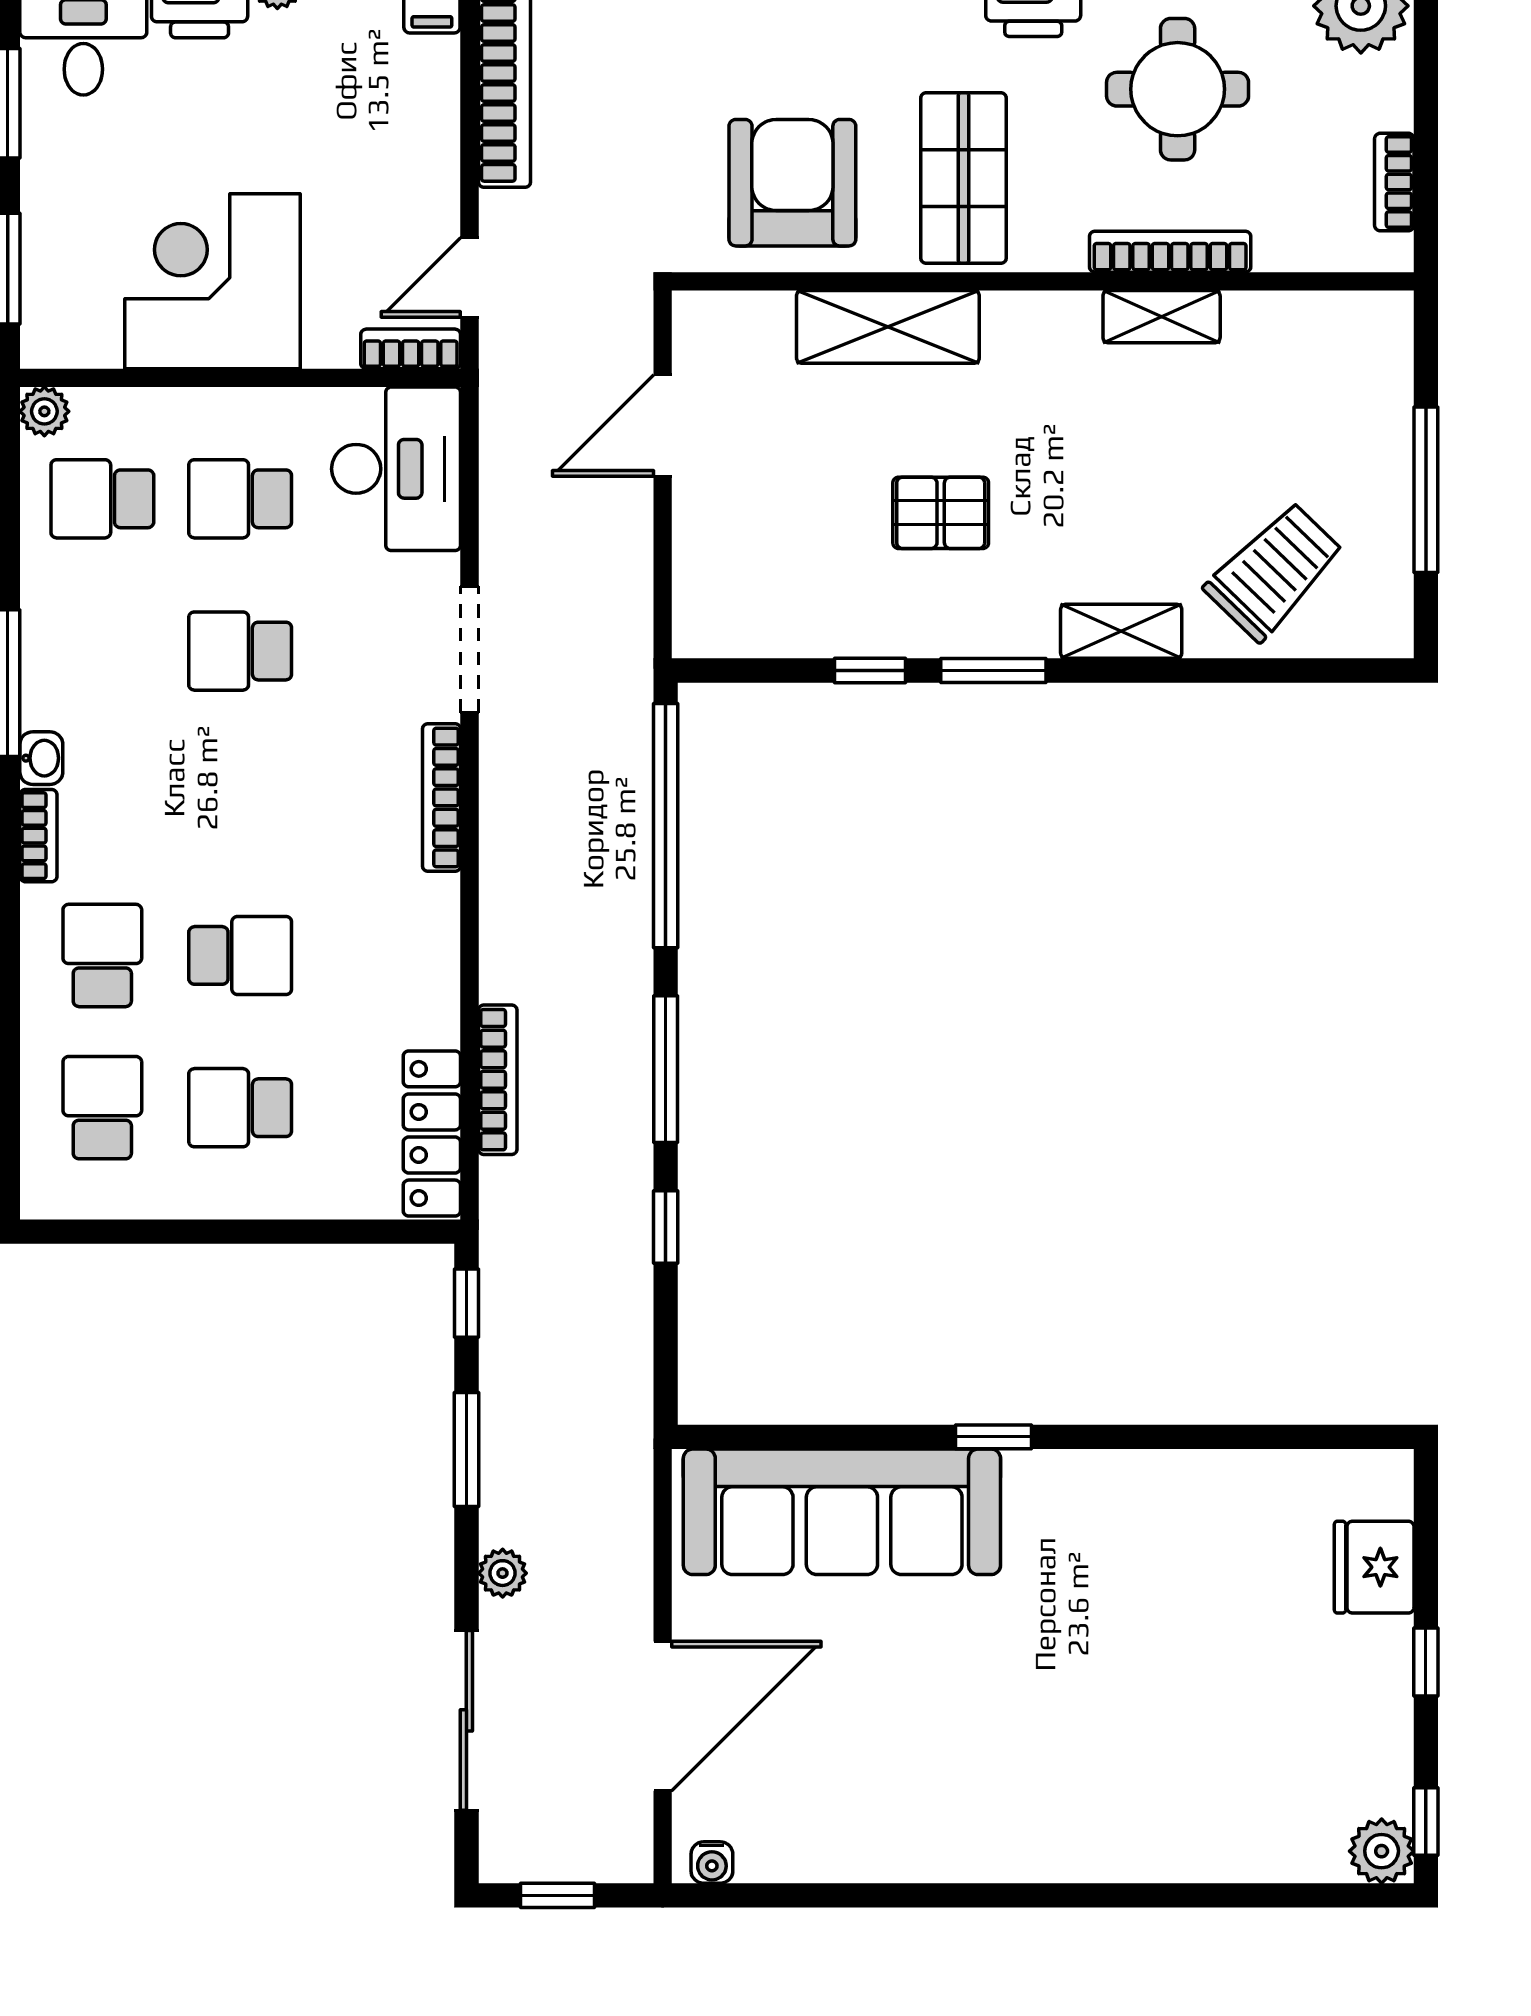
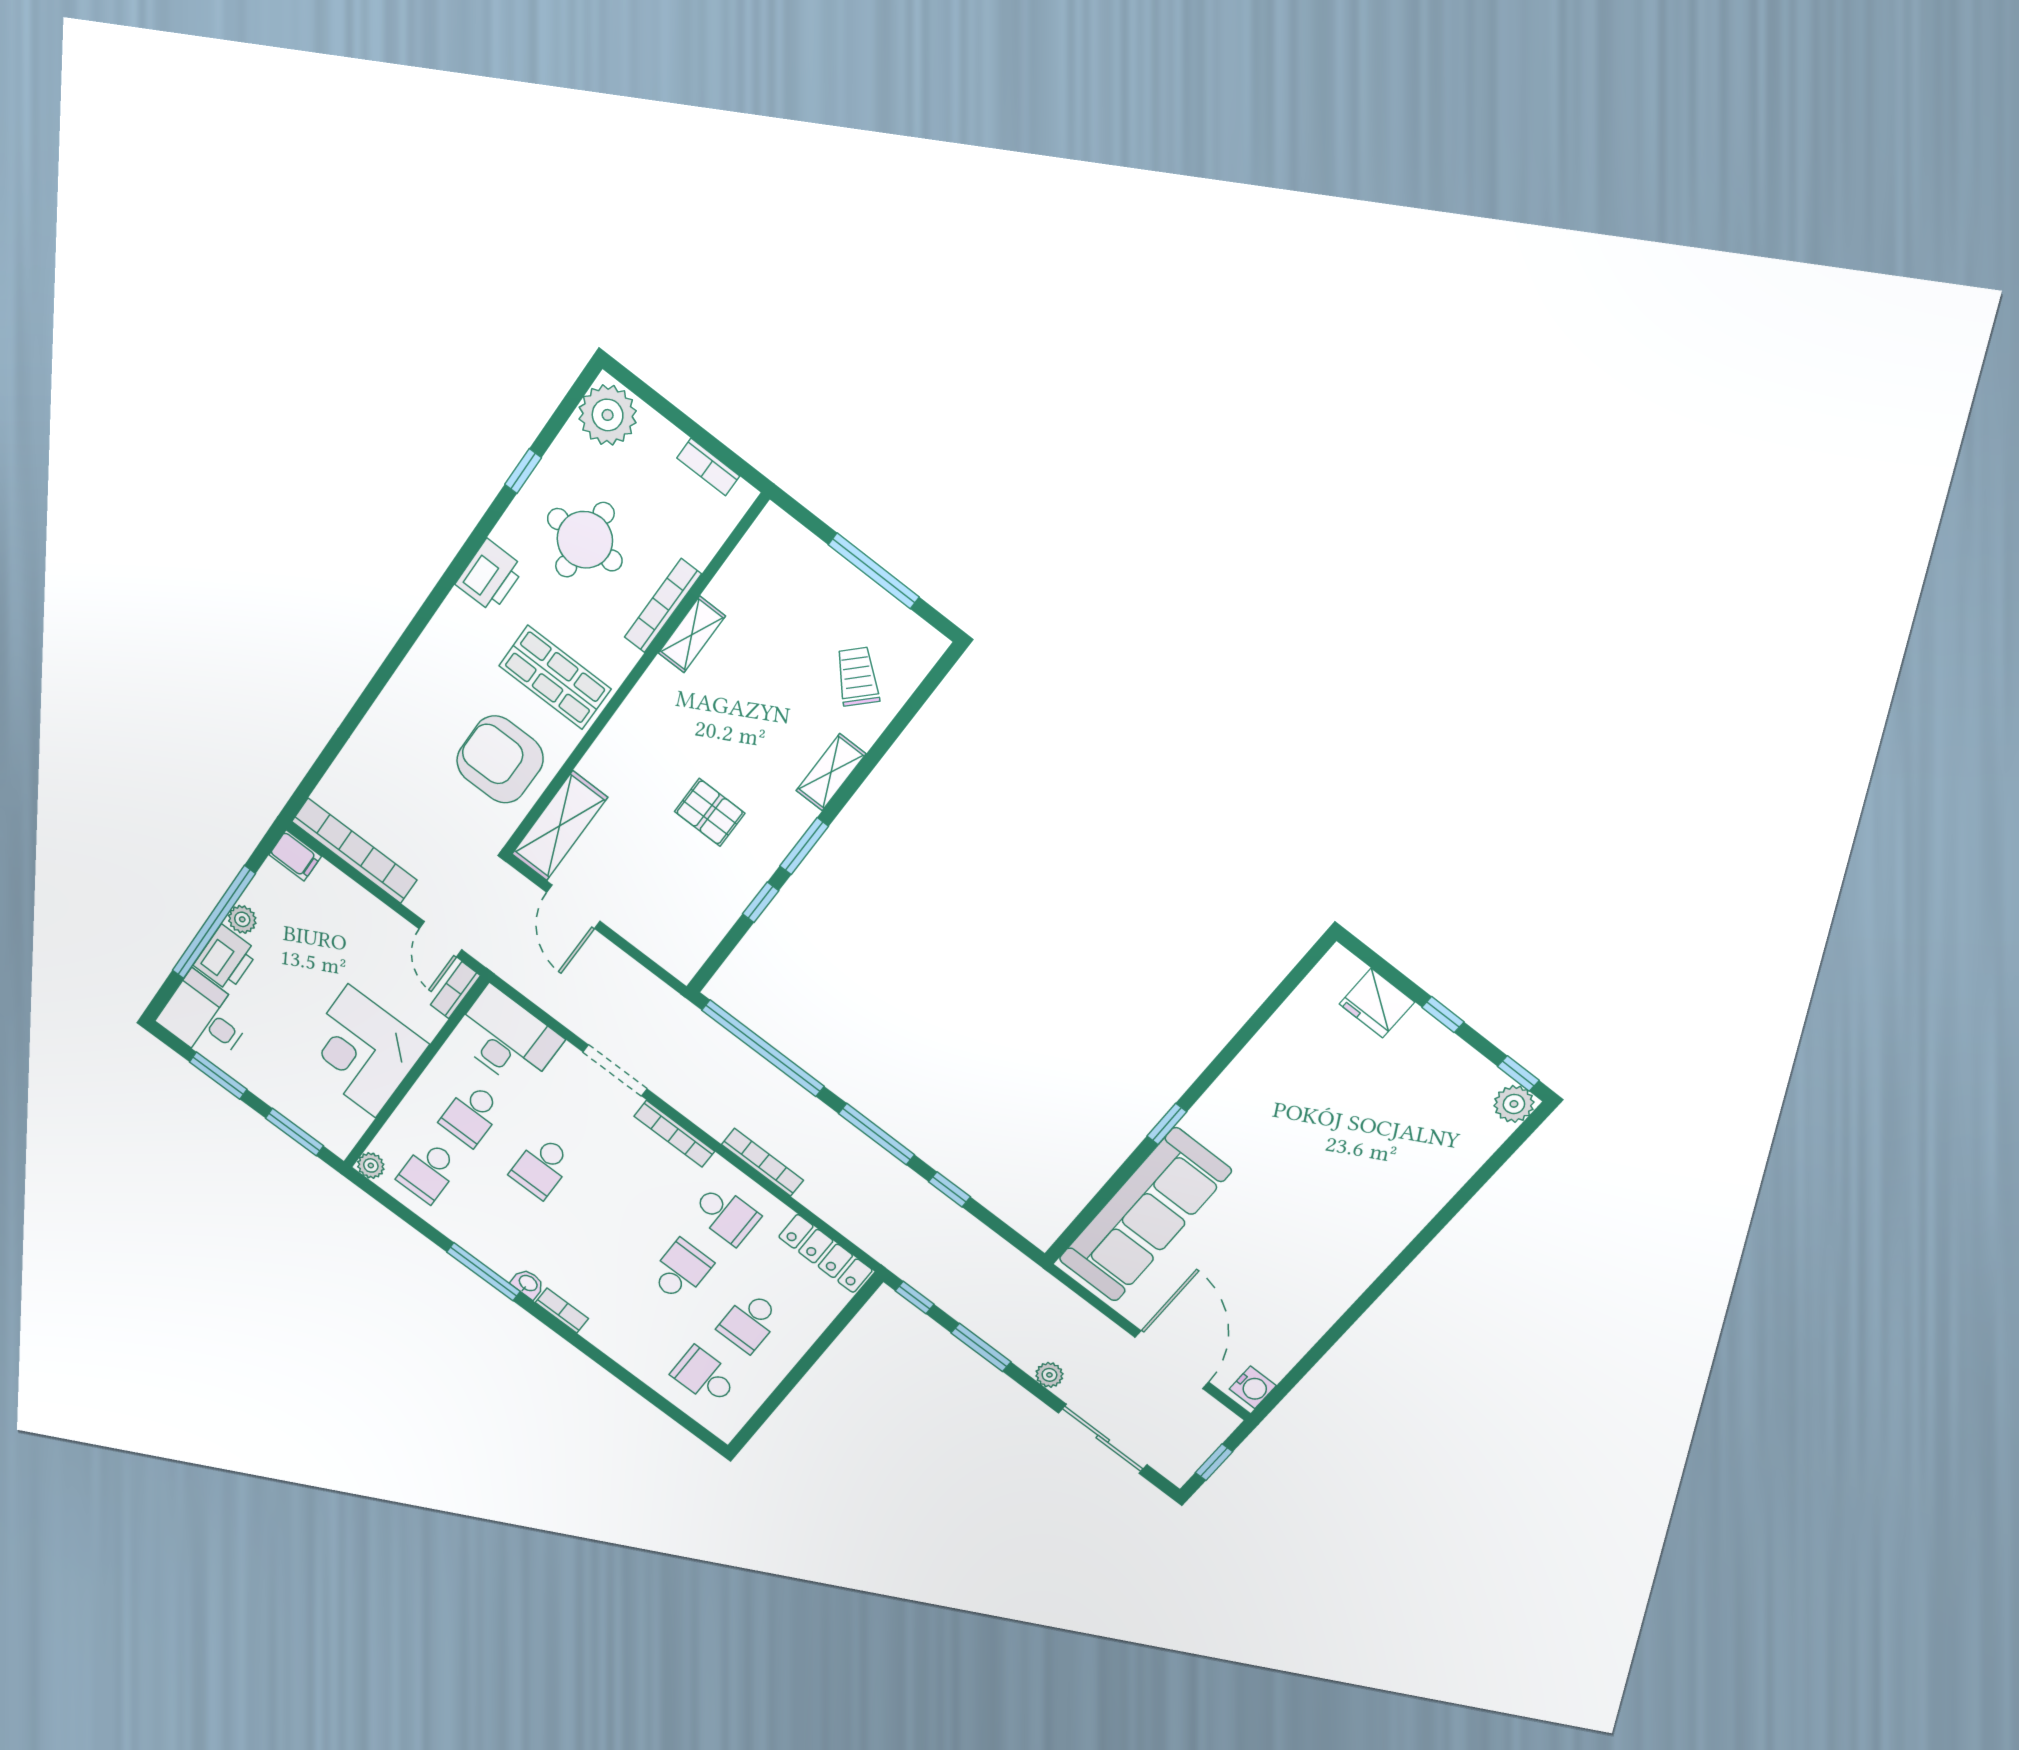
shelving: (888, 327) -> (560, 826), moved
pallet: (941, 513) -> (710, 812), turned 90
trolley: (1274, 571) -> (858, 677), width x0.73, depth x0.72
school desk: (102, 955) -> (726, 1215), moved, turned 180
bookcase: (498, 1080) -> (763, 1162), moved
water cooler: (712, 1863) -> (1253, 1387), width x1.38, depth x1.38

